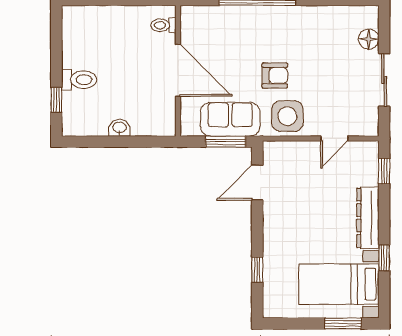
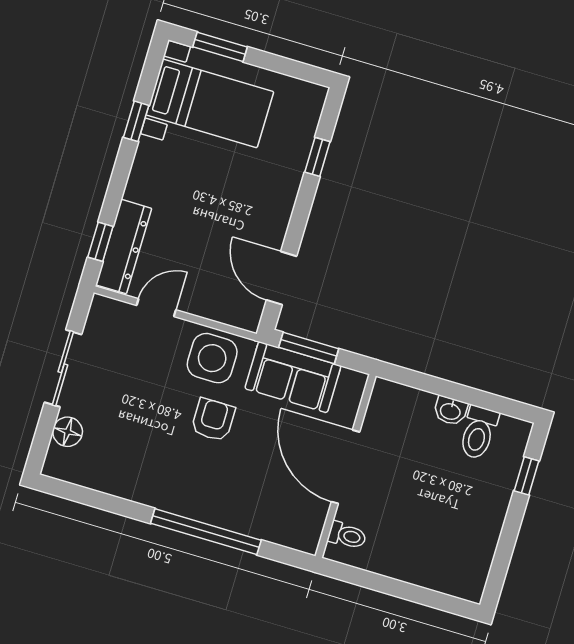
armchair: (275, 76) -> (213, 420), turned 90
toilet: (79, 80) -> (478, 433), moved, turned -90
door: (257, 183) -> (281, 278), swing flipped
dresser: (368, 218) -> (124, 247), moved

